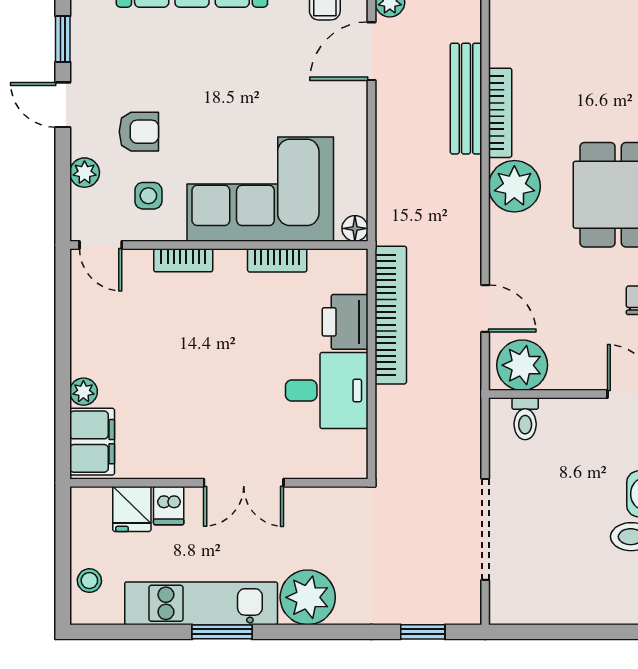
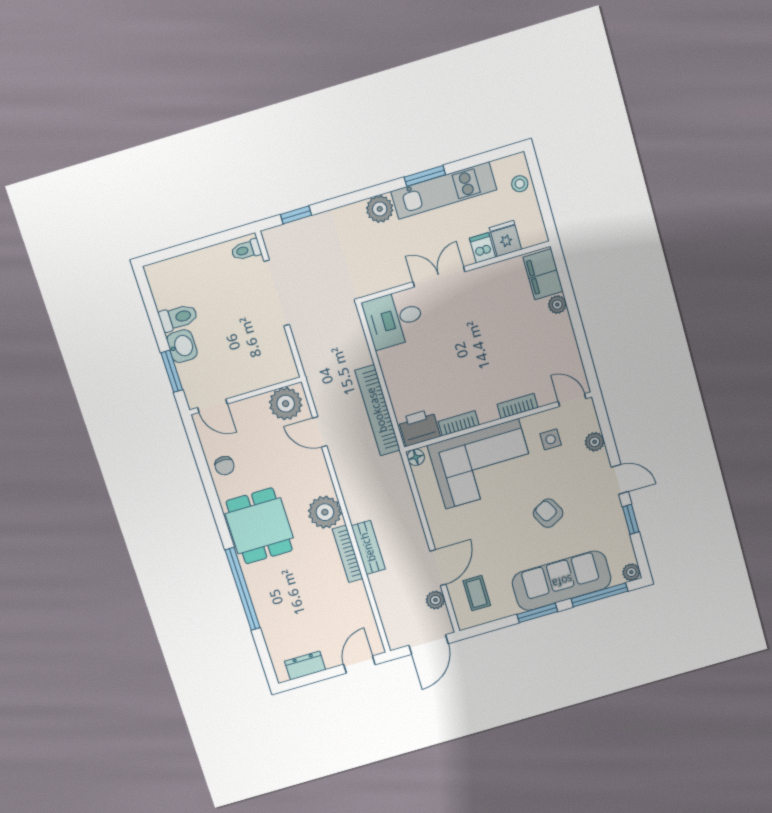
bench: (466, 99) -> (368, 547), width x0.73
armchair: (139, 132) -> (548, 513), moved, turned 62
printer: (345, 322) -> (419, 428), moved, turned -90
desk: (327, 390) -> (394, 319), moved
toilet: (525, 419) -> (246, 250), moved, turned -90
plant: (308, 597) -> (380, 209), width x0.73, depth x0.73

